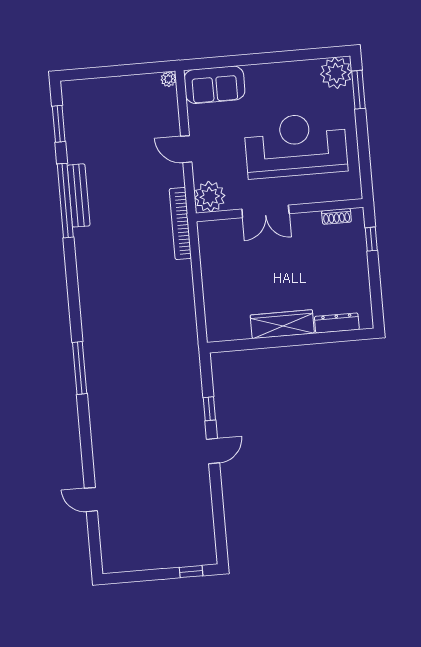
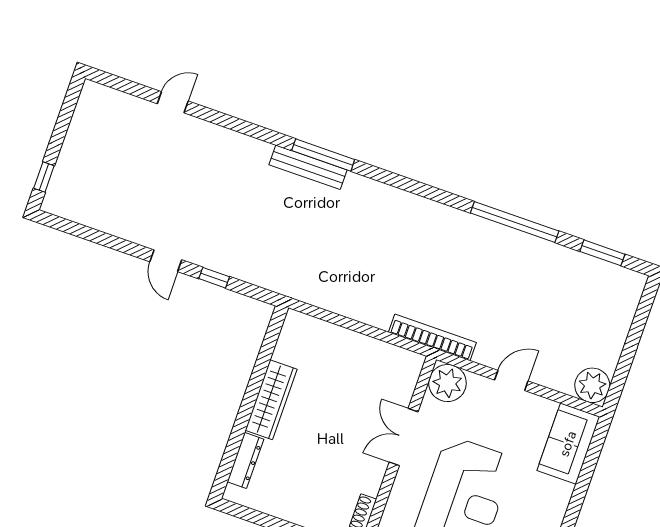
plant: (168, 79) -> (592, 385), width x1.87, depth x1.87
bench: (79, 195) -> (308, 167), moved

